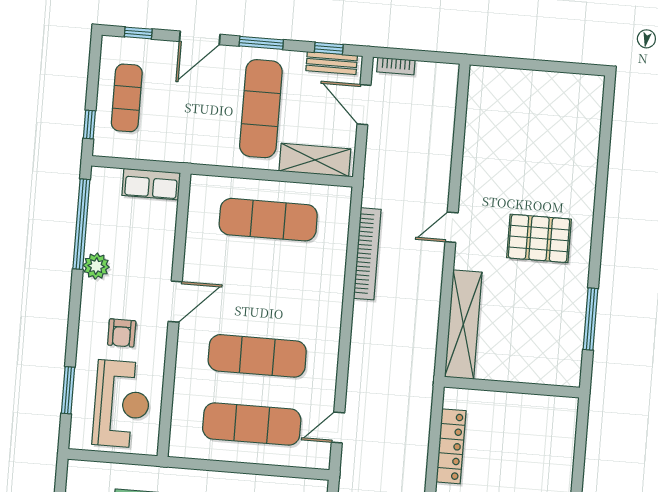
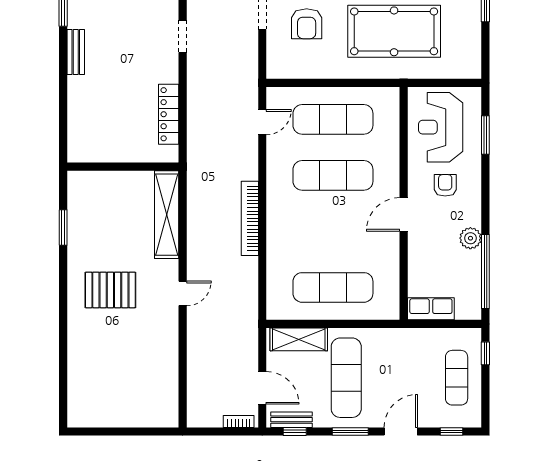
bookcase: (367, 254) -> (250, 218), moved
window: (590, 319) -> (63, 228), width x0.69

